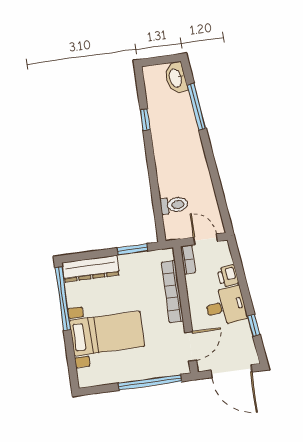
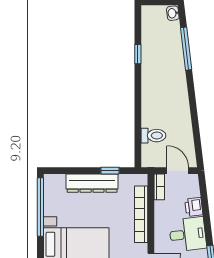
washbasin: (176, 78) -> (173, 13), width x0.52, depth x0.69
window: (132, 249) -> (110, 171), width x0.67
dresser: (91, 269) -> (92, 183), moved

